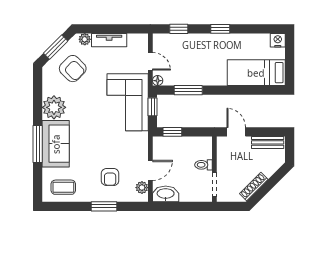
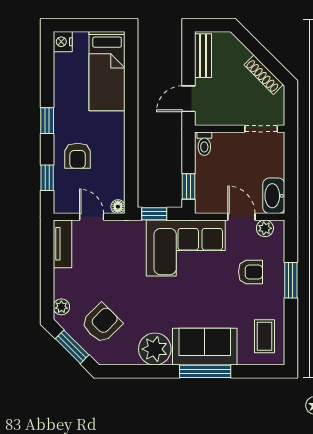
tv unit: (109, 40) -> (62, 244), moved
armchair: (195, 51) -> (78, 156), added
door: (150, 61) -> (92, 217), hinge flipped
window: (188, 90) -> (131, 165), removed
corner sofa: (128, 102) -> (186, 248), moved
toilet: (204, 165) -> (204, 144), moved

